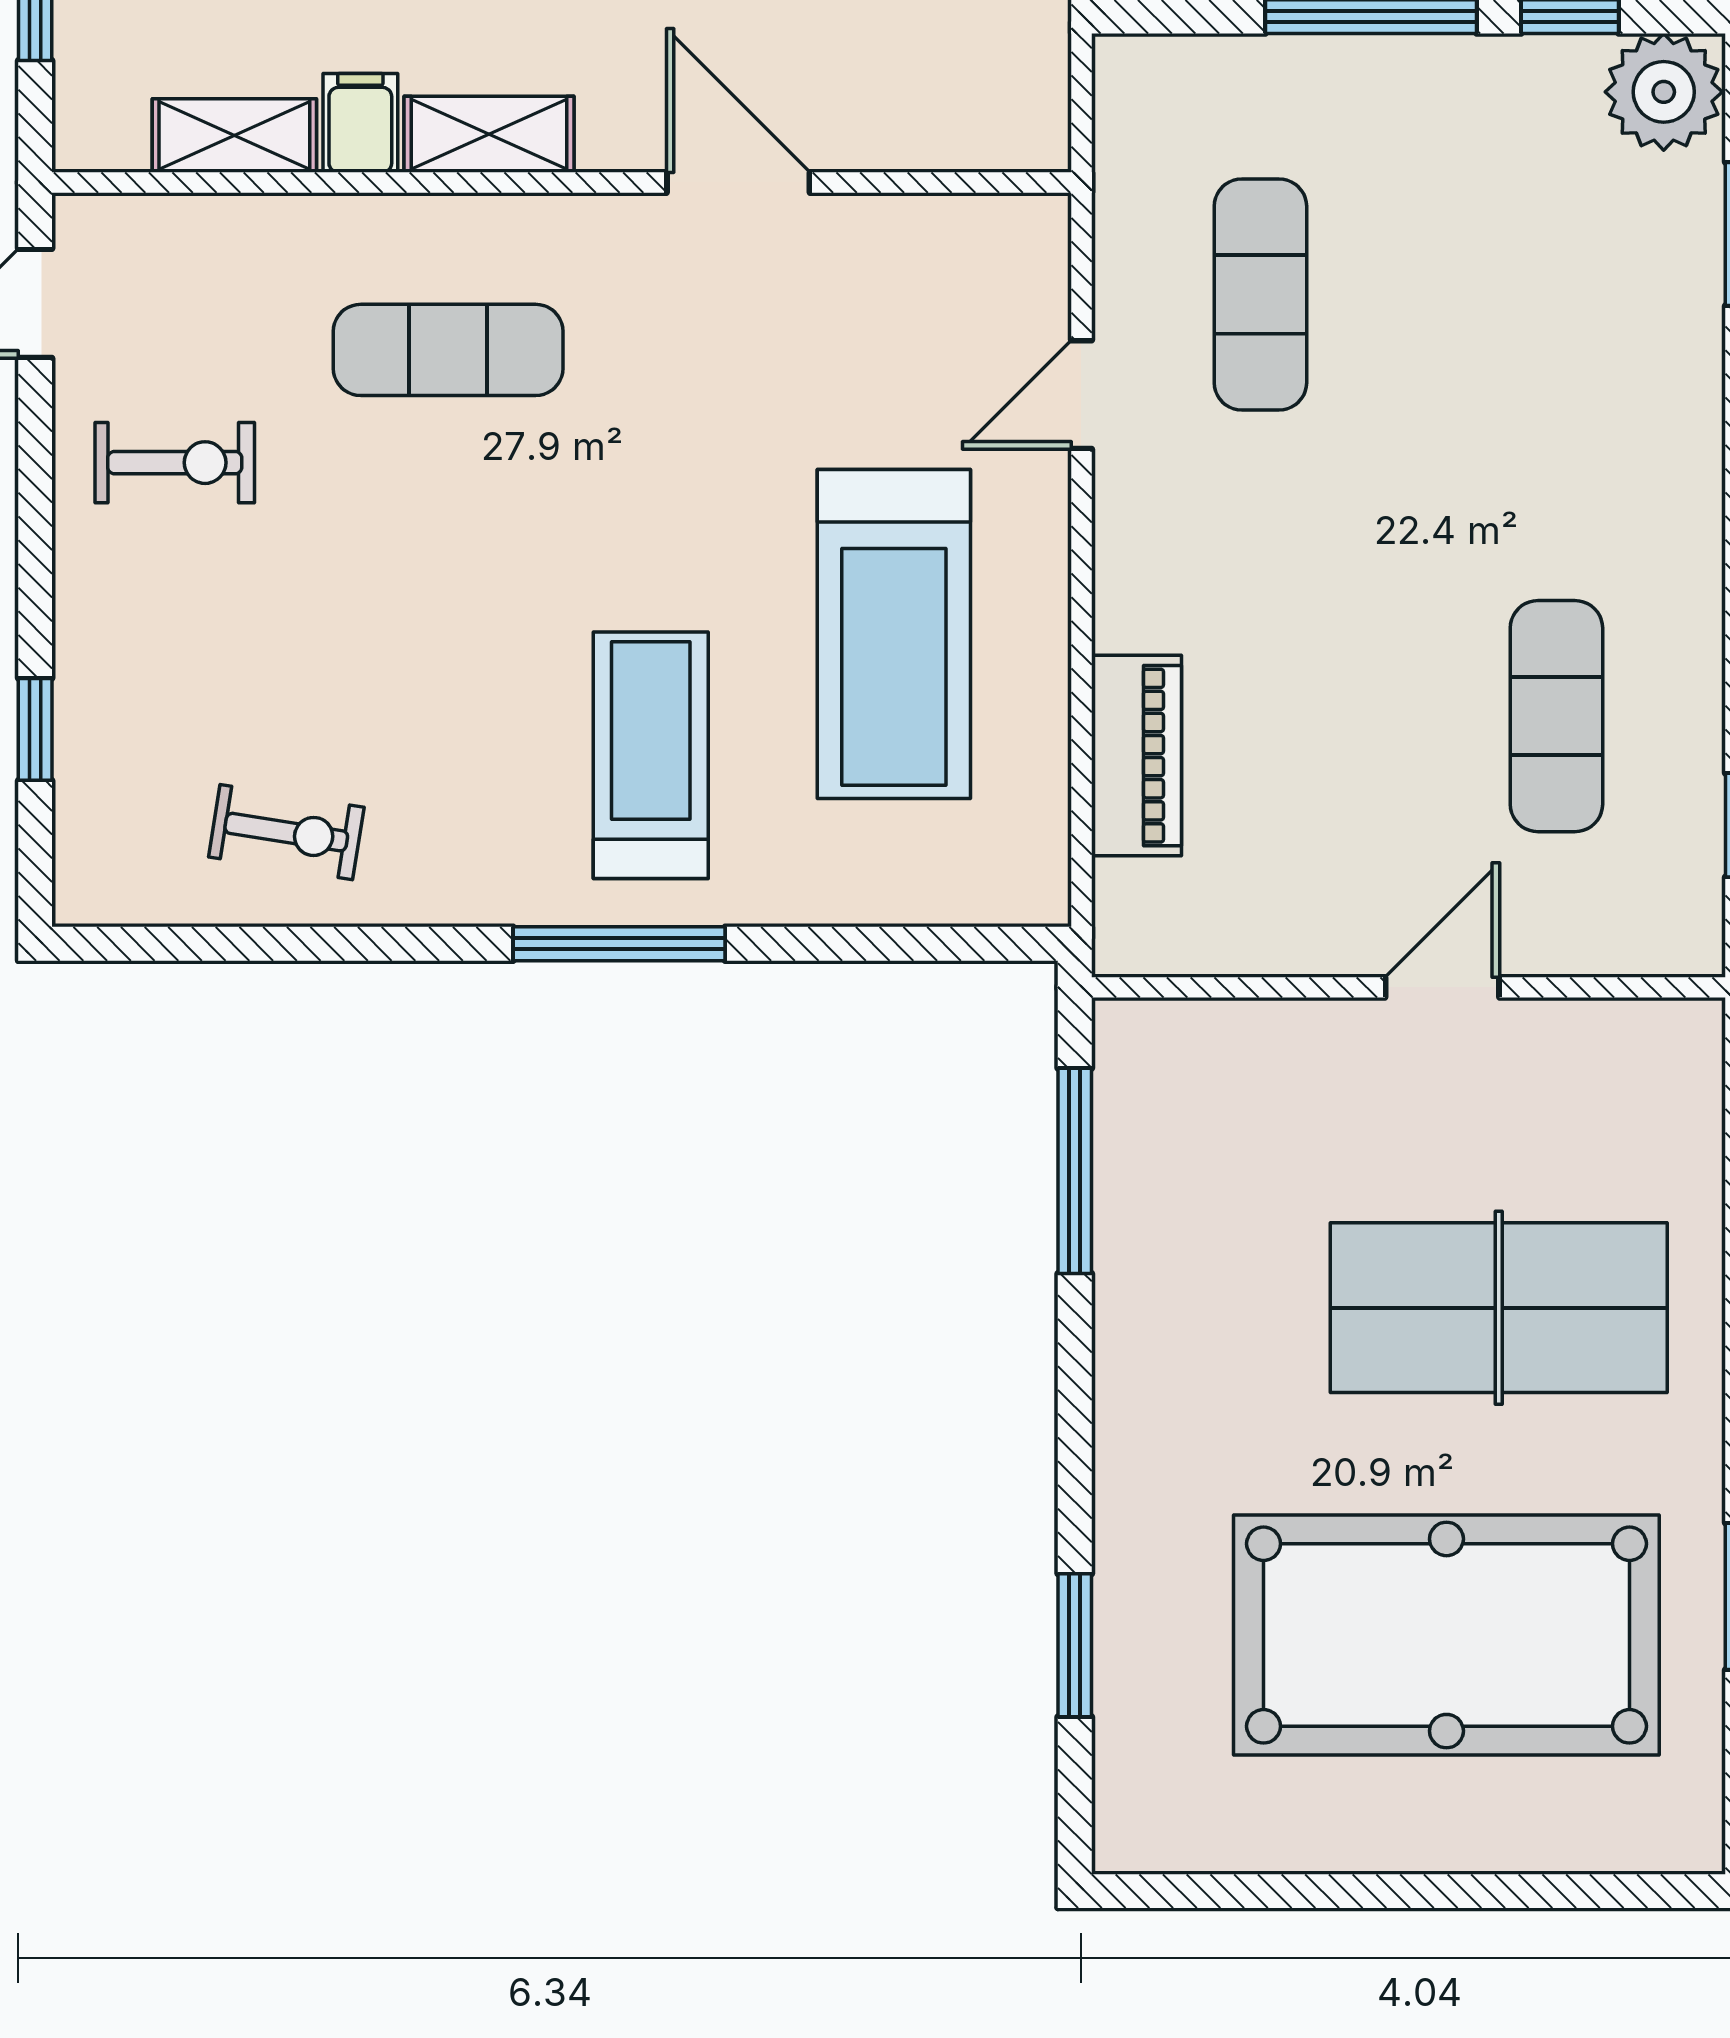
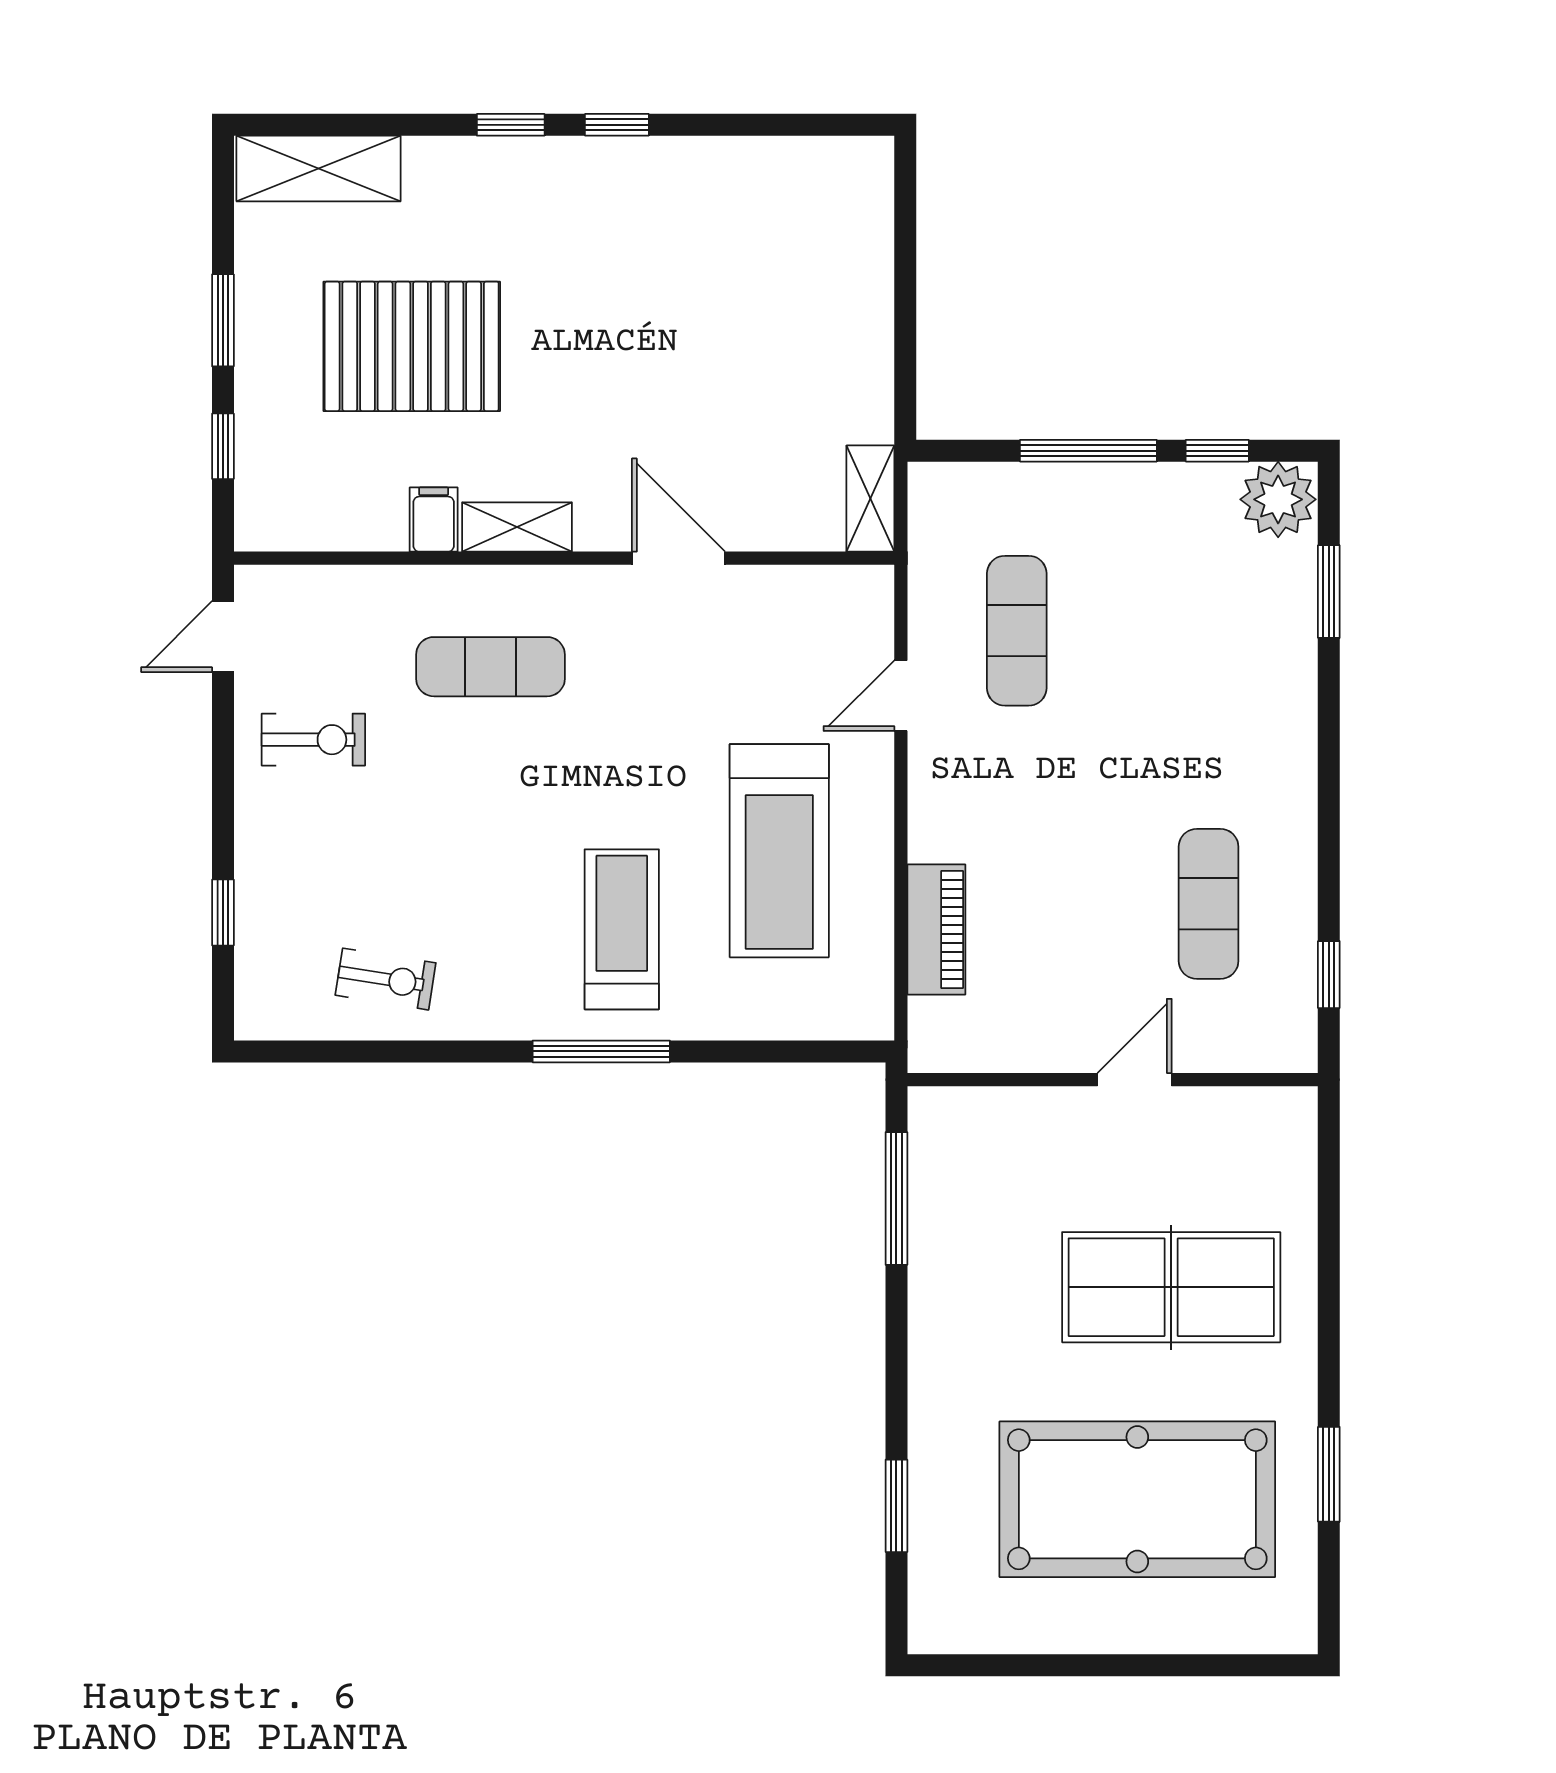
shelving: (234, 136) -> (870, 499), moved, turned 90

